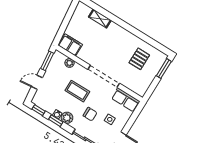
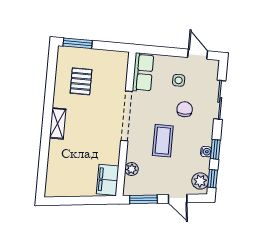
shelving: (100, 19) -> (58, 123), moved
pallet: (139, 59) -> (81, 81), turned 90
plant: (67, 118) -> (200, 181), moved

